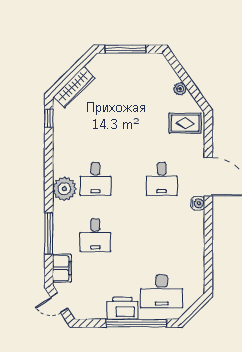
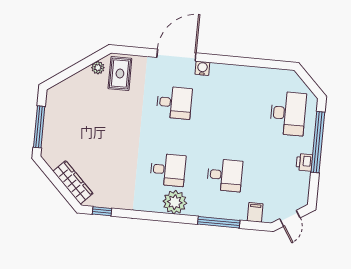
plant: (180, 89) -> (98, 68), moved
filing cabinet: (62, 268) -> (255, 212), width x0.50
printer: (122, 308) -> (304, 162), width x0.53, depth x0.68

